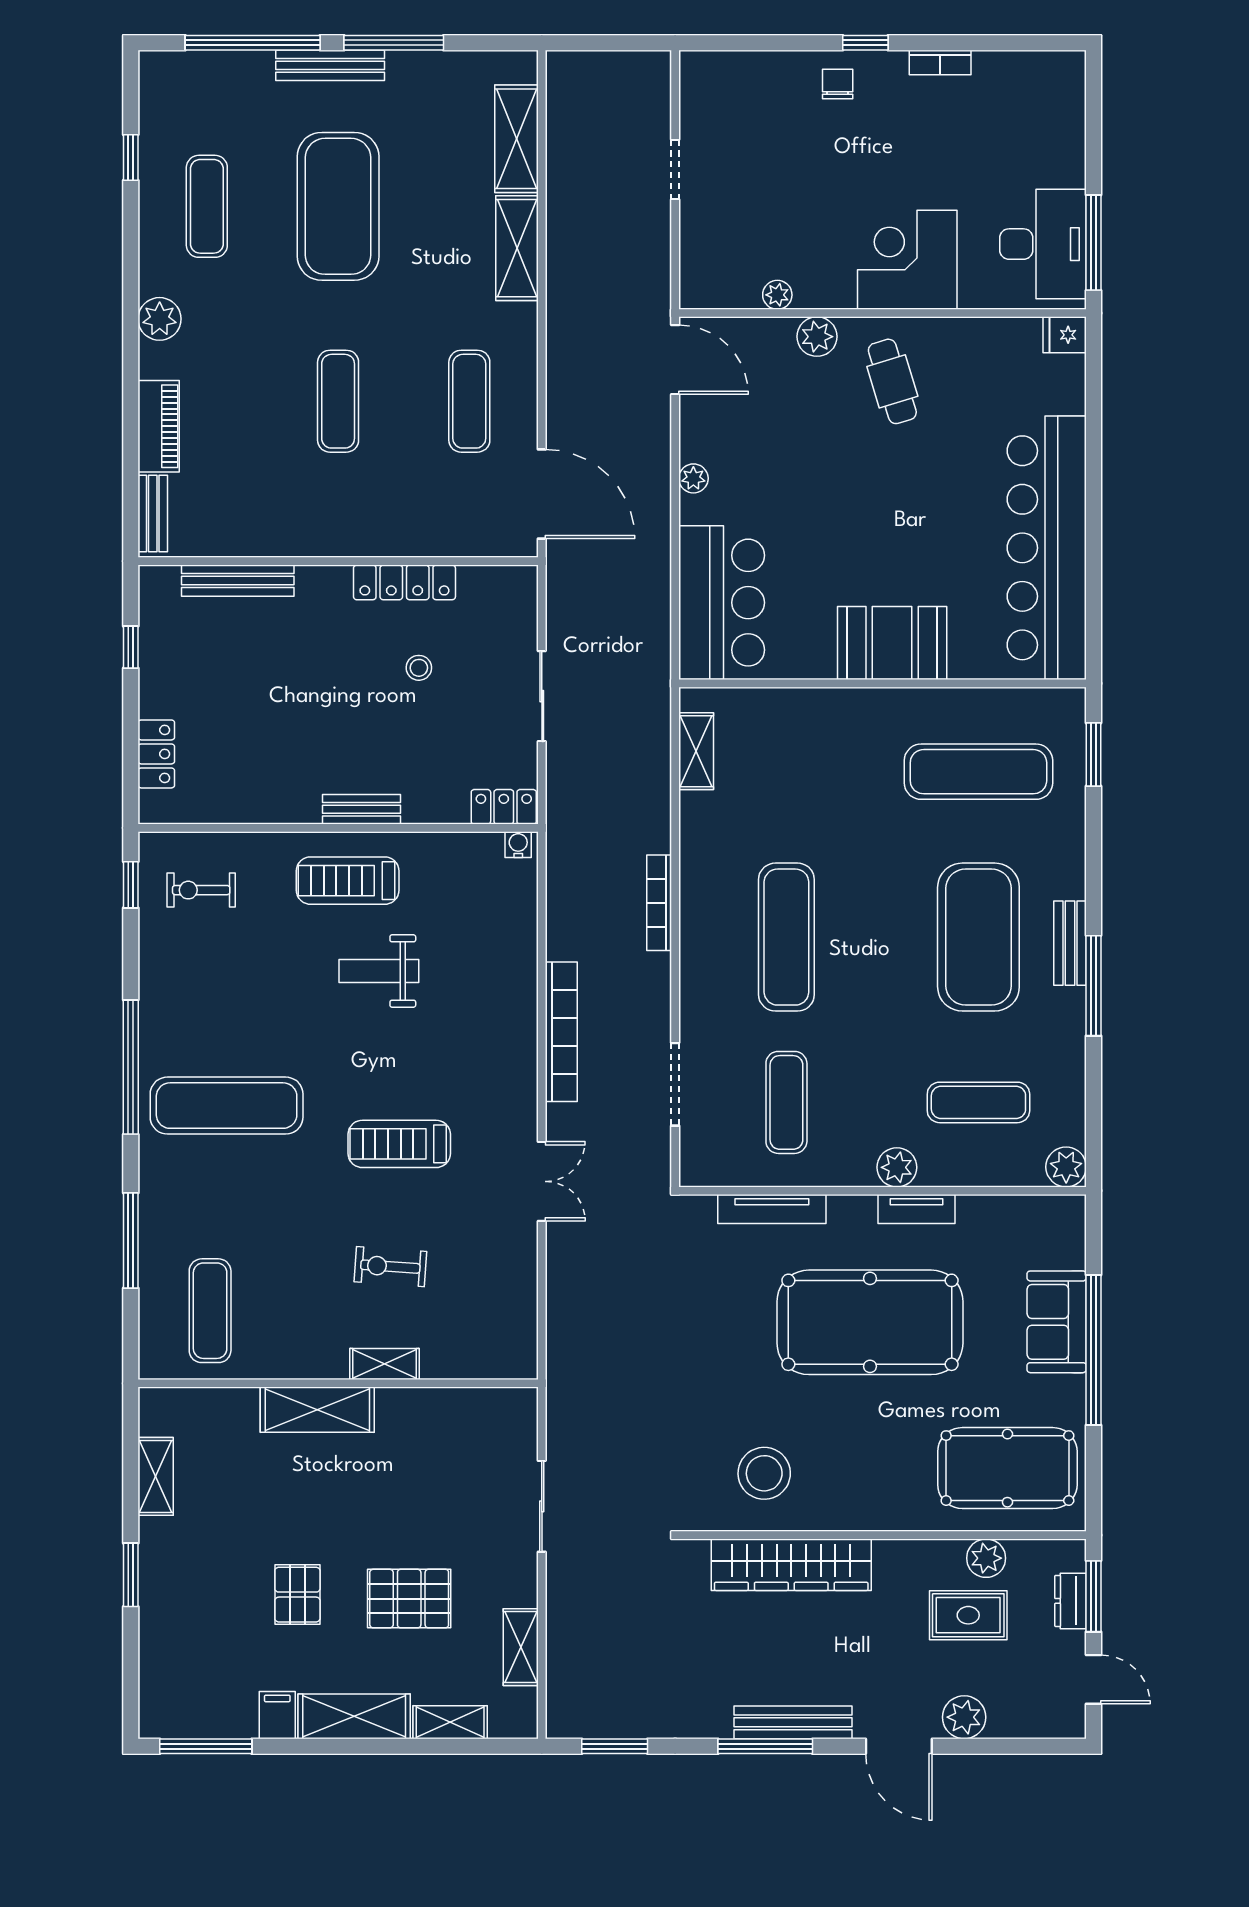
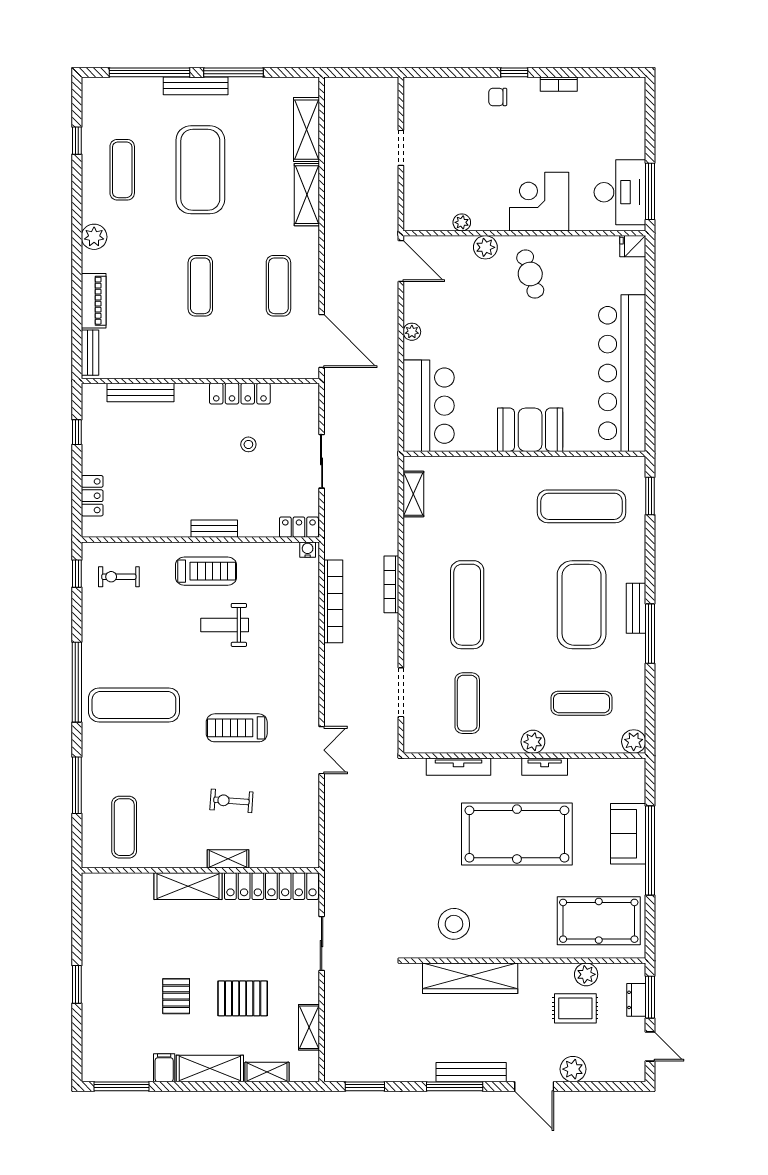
chair: (838, 84) -> (498, 97), turned -90
treadmill: (348, 881) -> (206, 571), turned 180
bookcase: (561, 1032) -> (333, 601), moved
locker: (458, 1410) -> (271, 886), added
shelving: (156, 1476) -> (92, 926), removed

